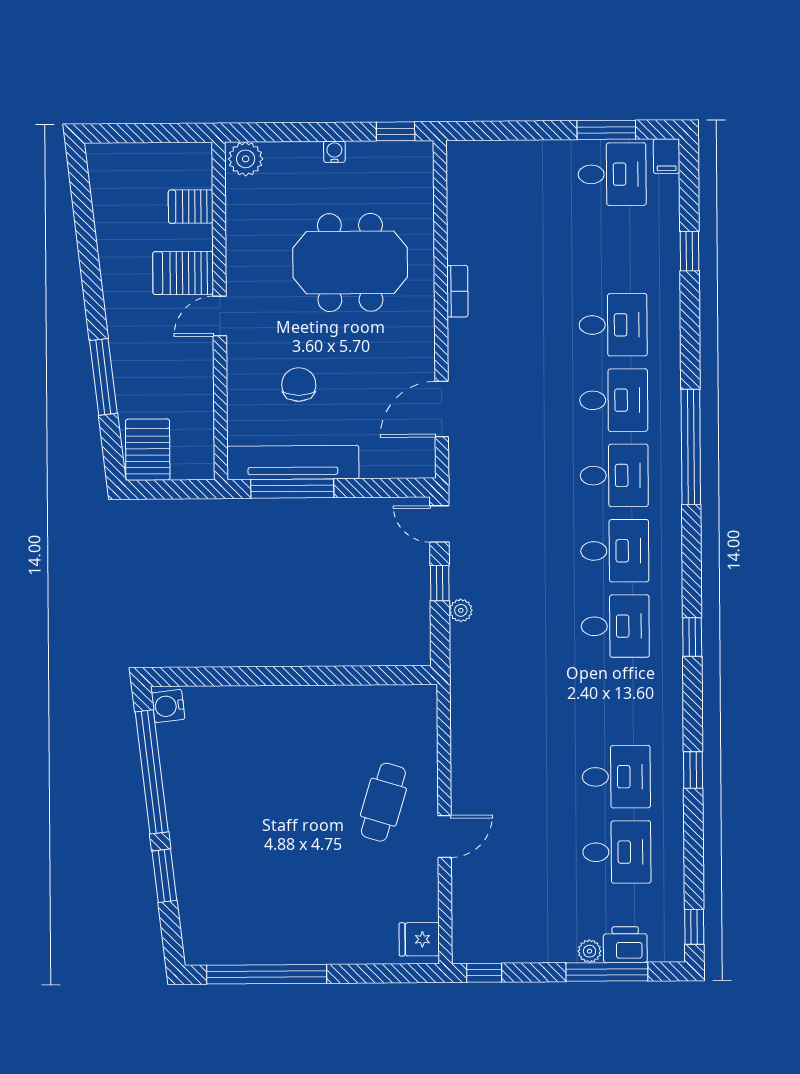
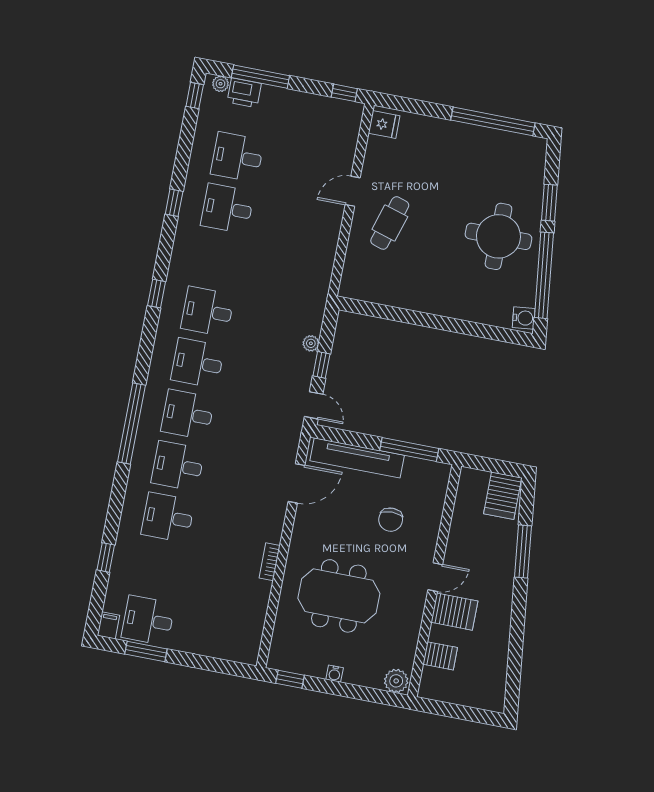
tv unit: (293, 462) -> (357, 458), moved
round table: (227, 814) -> (498, 236), added
plant: (589, 951) -> (220, 84), moved

